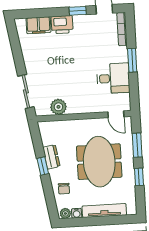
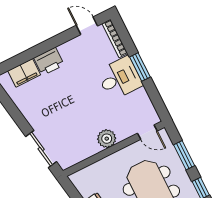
window: (78, 11) -> (59, 40), removed
desk: (113, 78) -> (120, 78), moved
plant: (58, 107) -> (107, 139), moved

